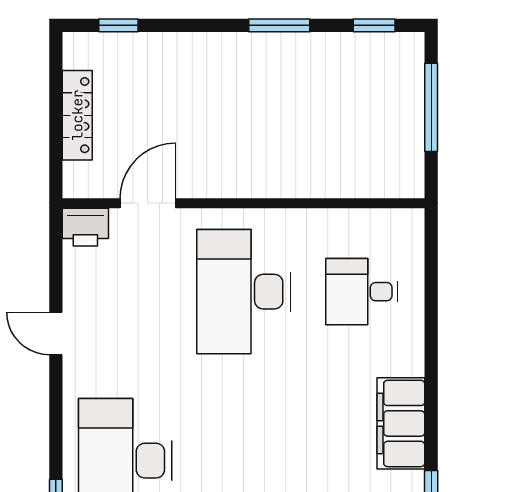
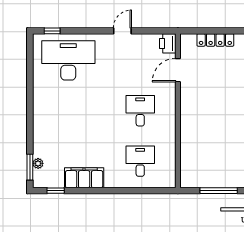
door: (148, 203) -> (178, 70), swing flipped
desk: (244, 292) -> (140, 111), width x0.53, depth x0.77

